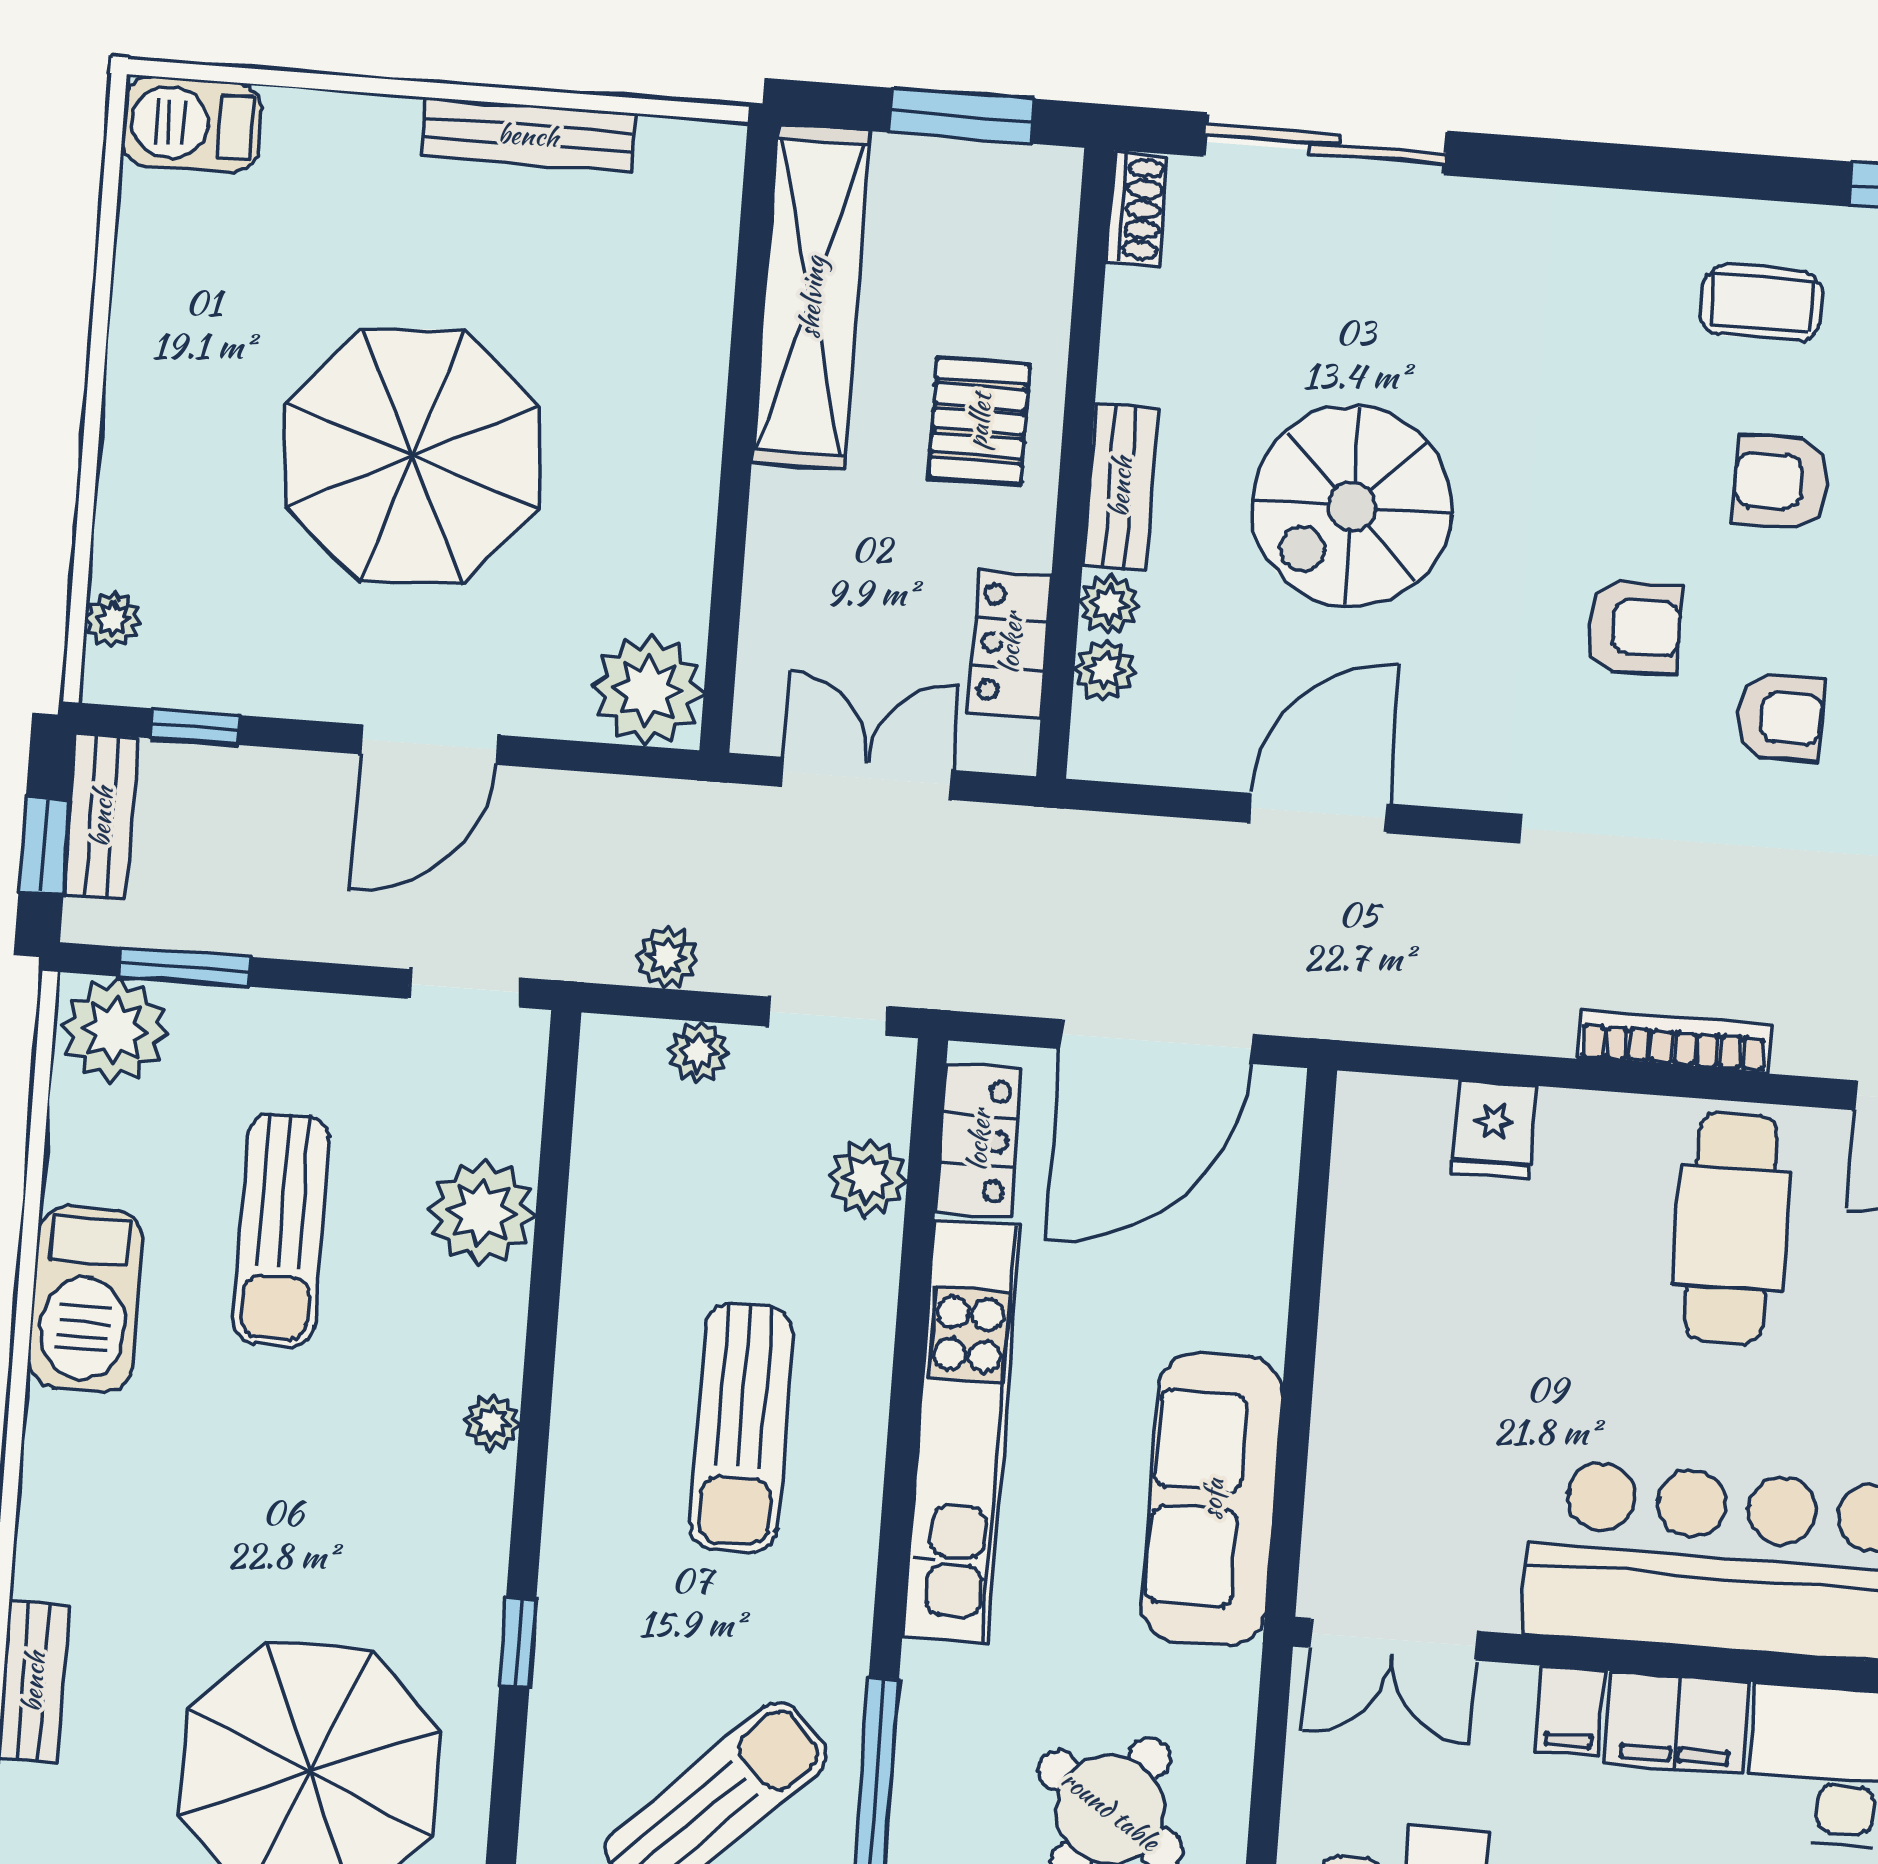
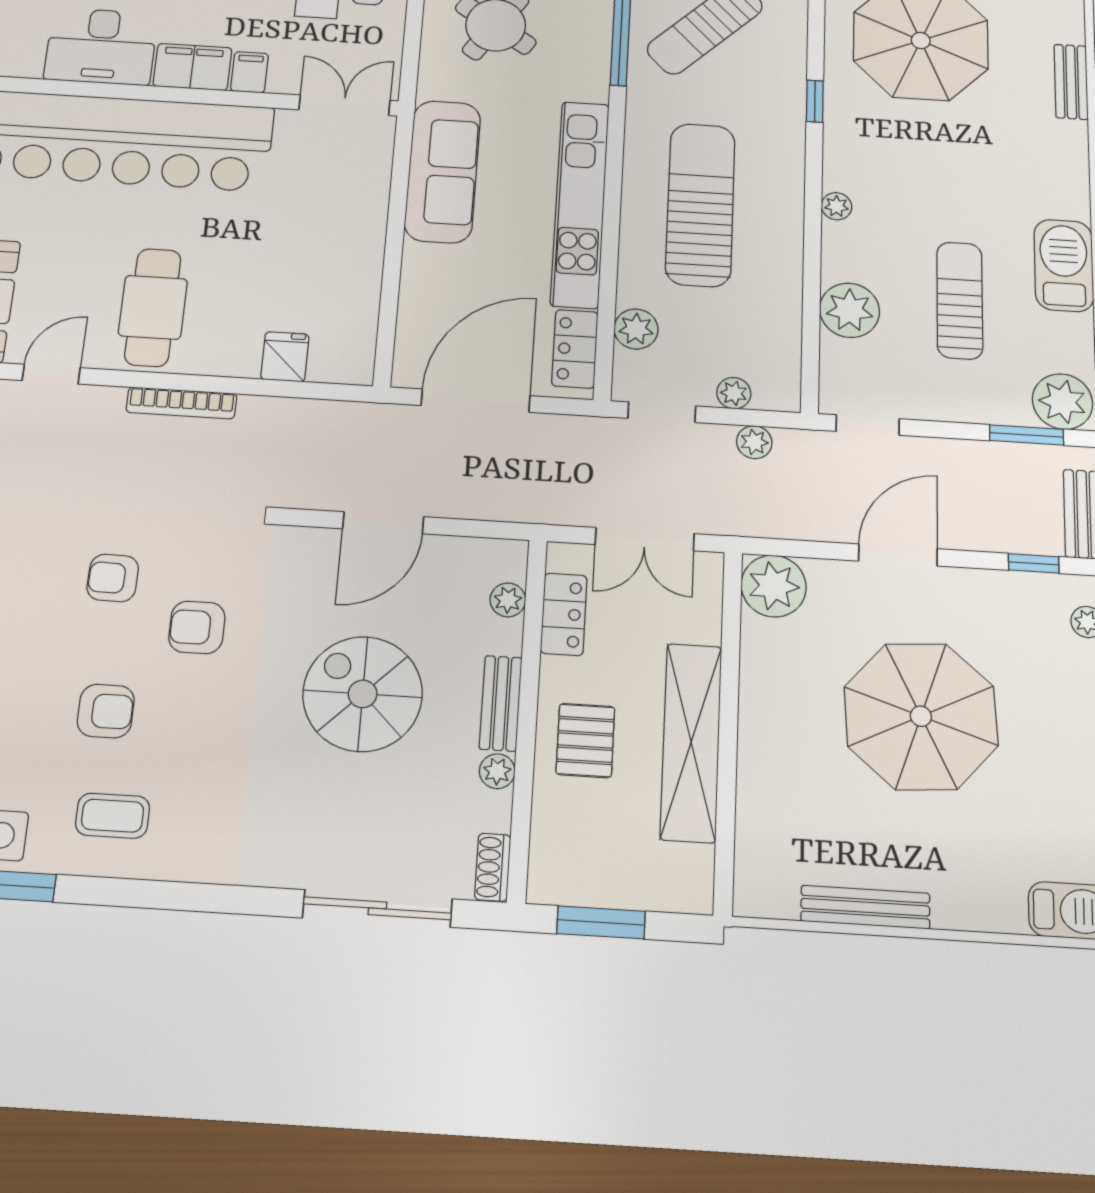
shelving: (811, 297) -> (691, 742), moved
spiral stairs: (1352, 506) -> (363, 694), turned -90
plant: (1109, 604) -> (497, 771), moved
sun lounger: (741, 1428) -> (700, 205), width x1.36, depth x1.34

